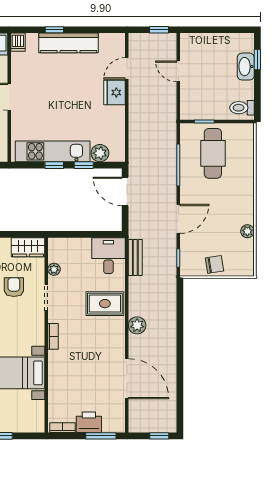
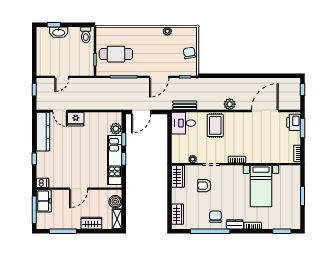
kitchen counter: (69, 43) -> (43, 132), moved
door: (178, 219) -> (159, 77), swing flipped
printer: (89, 422) -> (294, 122), moved

